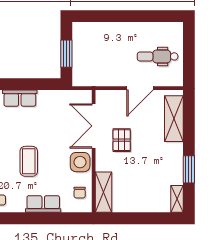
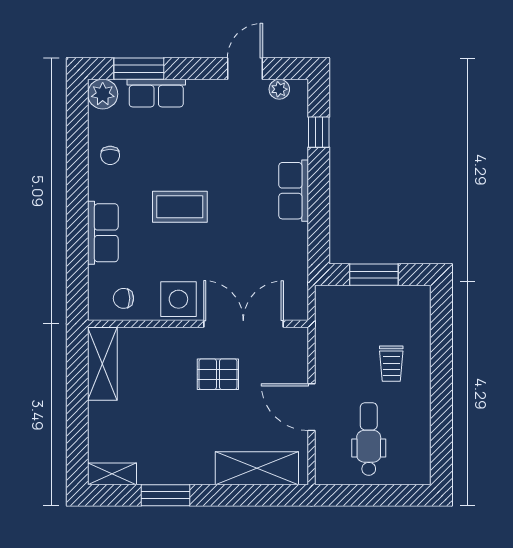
trolley: (116, 44) -> (391, 364), added
shelving: (104, 192) -> (102, 364), moved, turned 90

